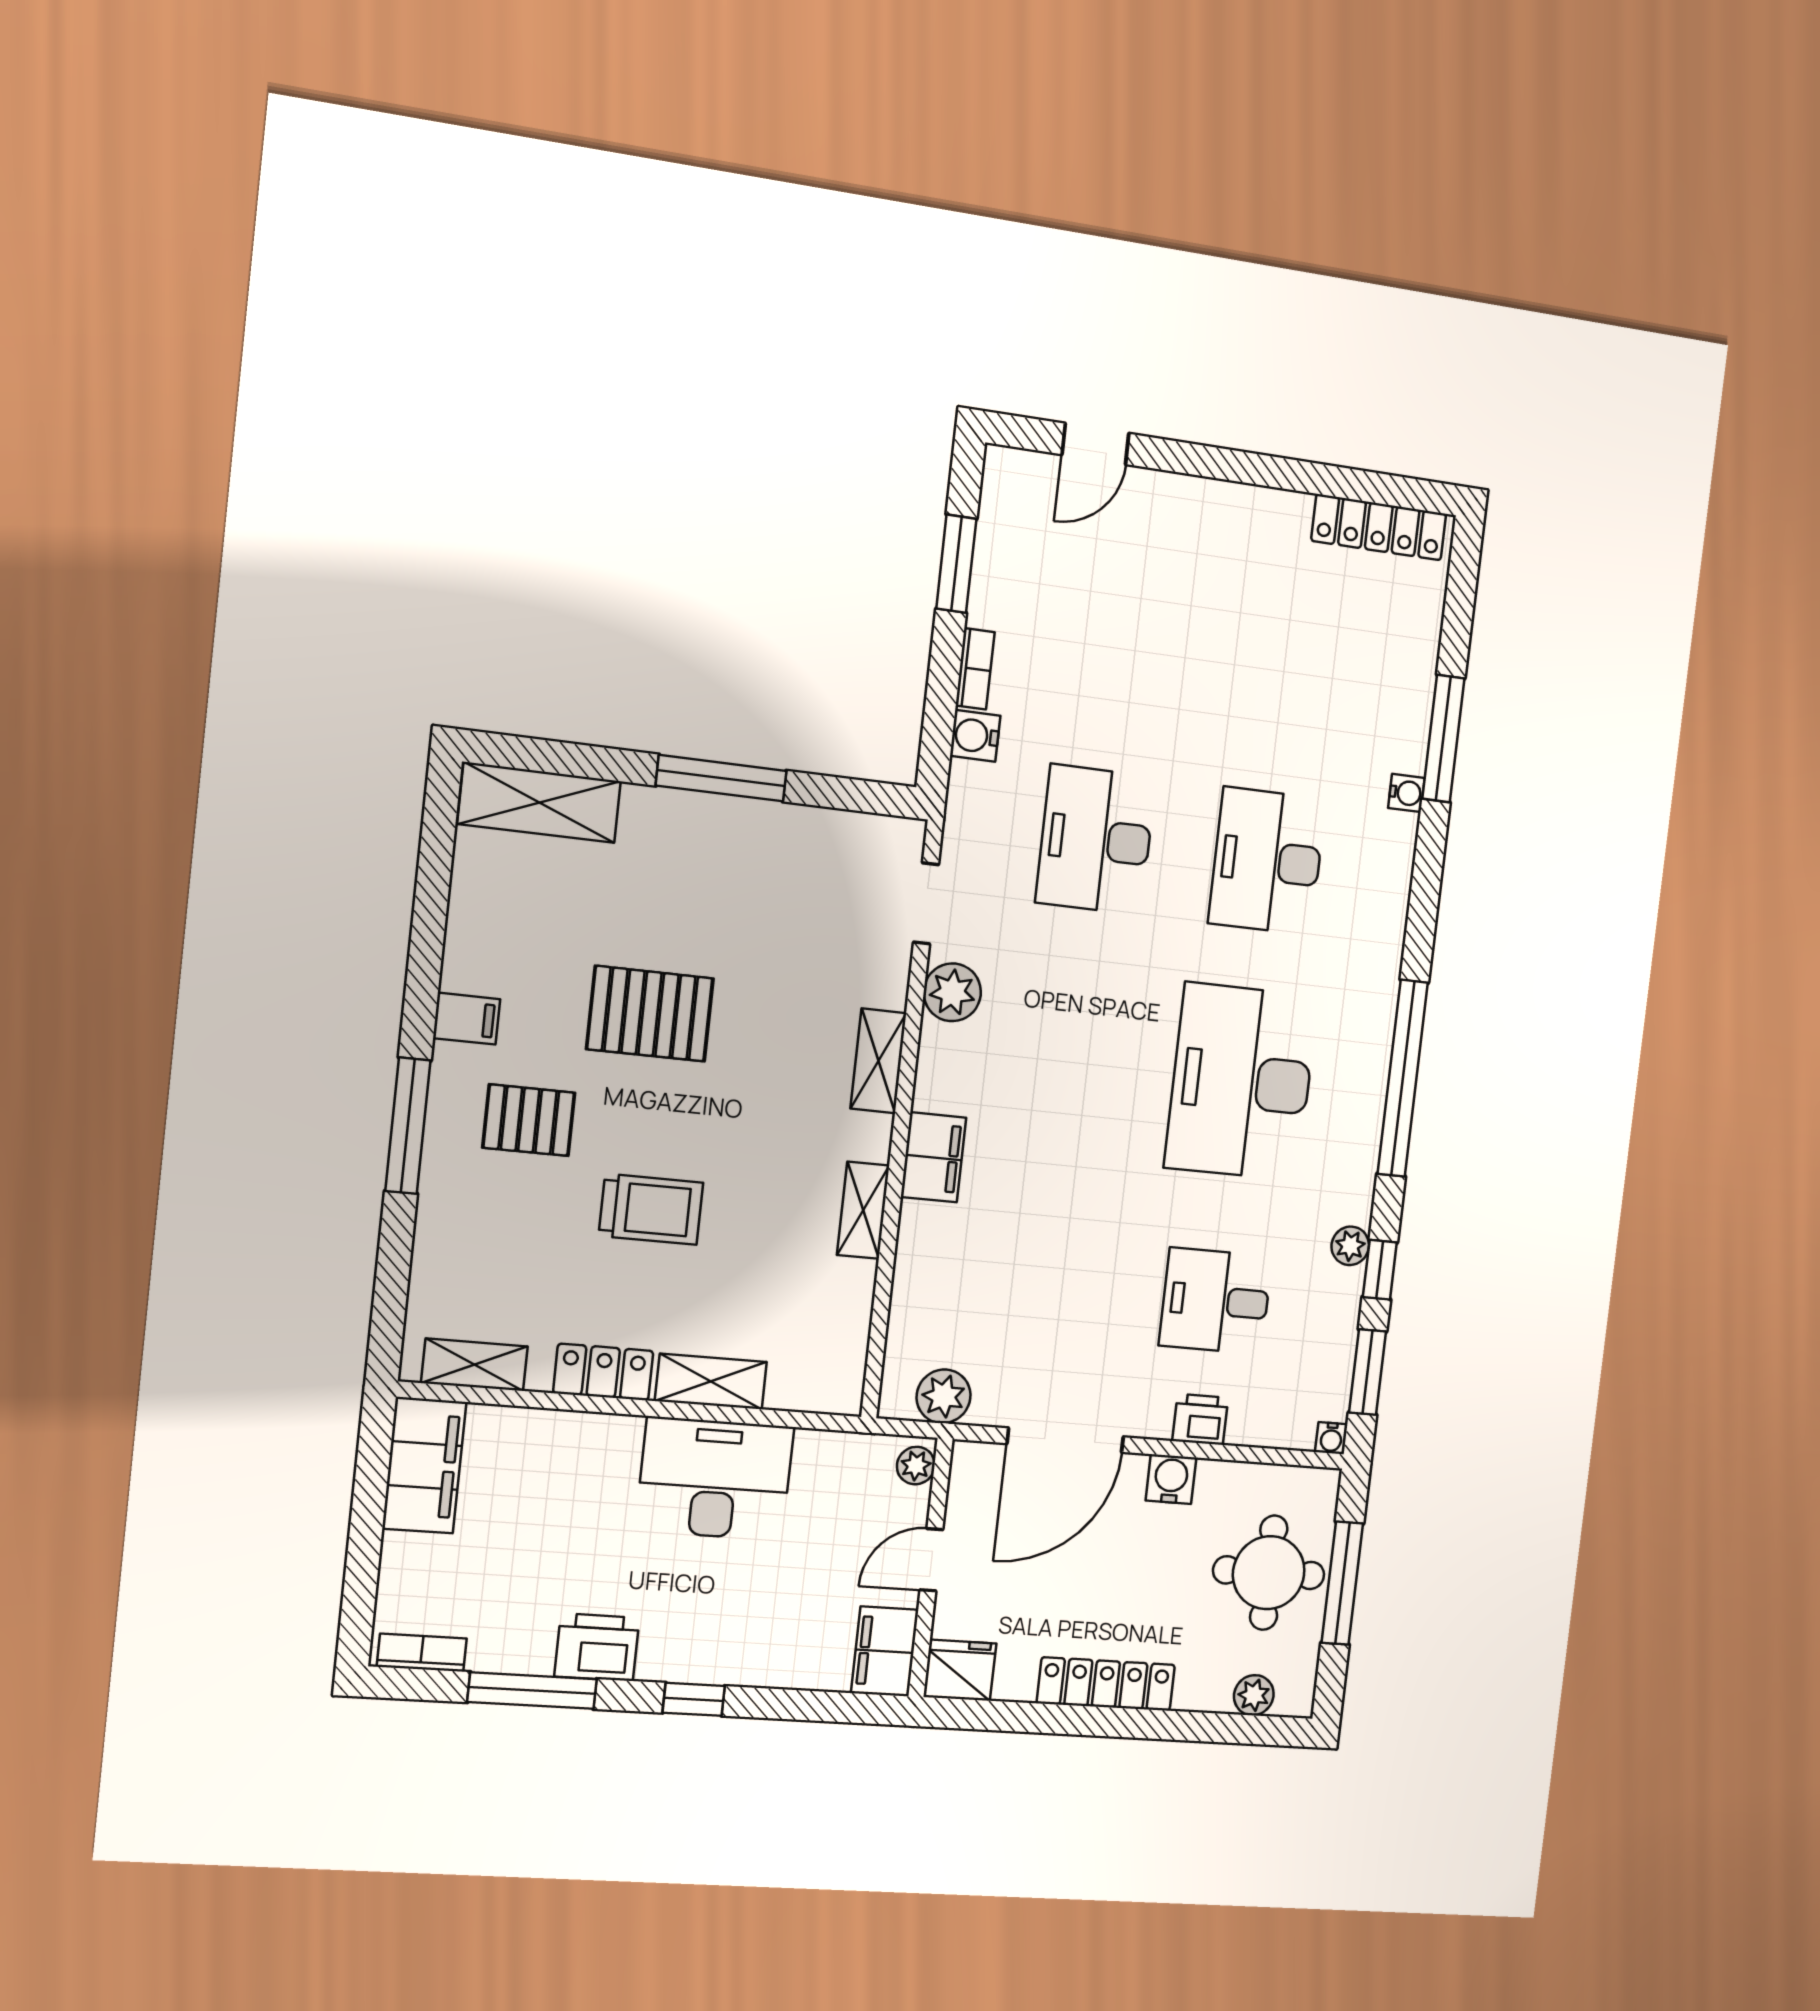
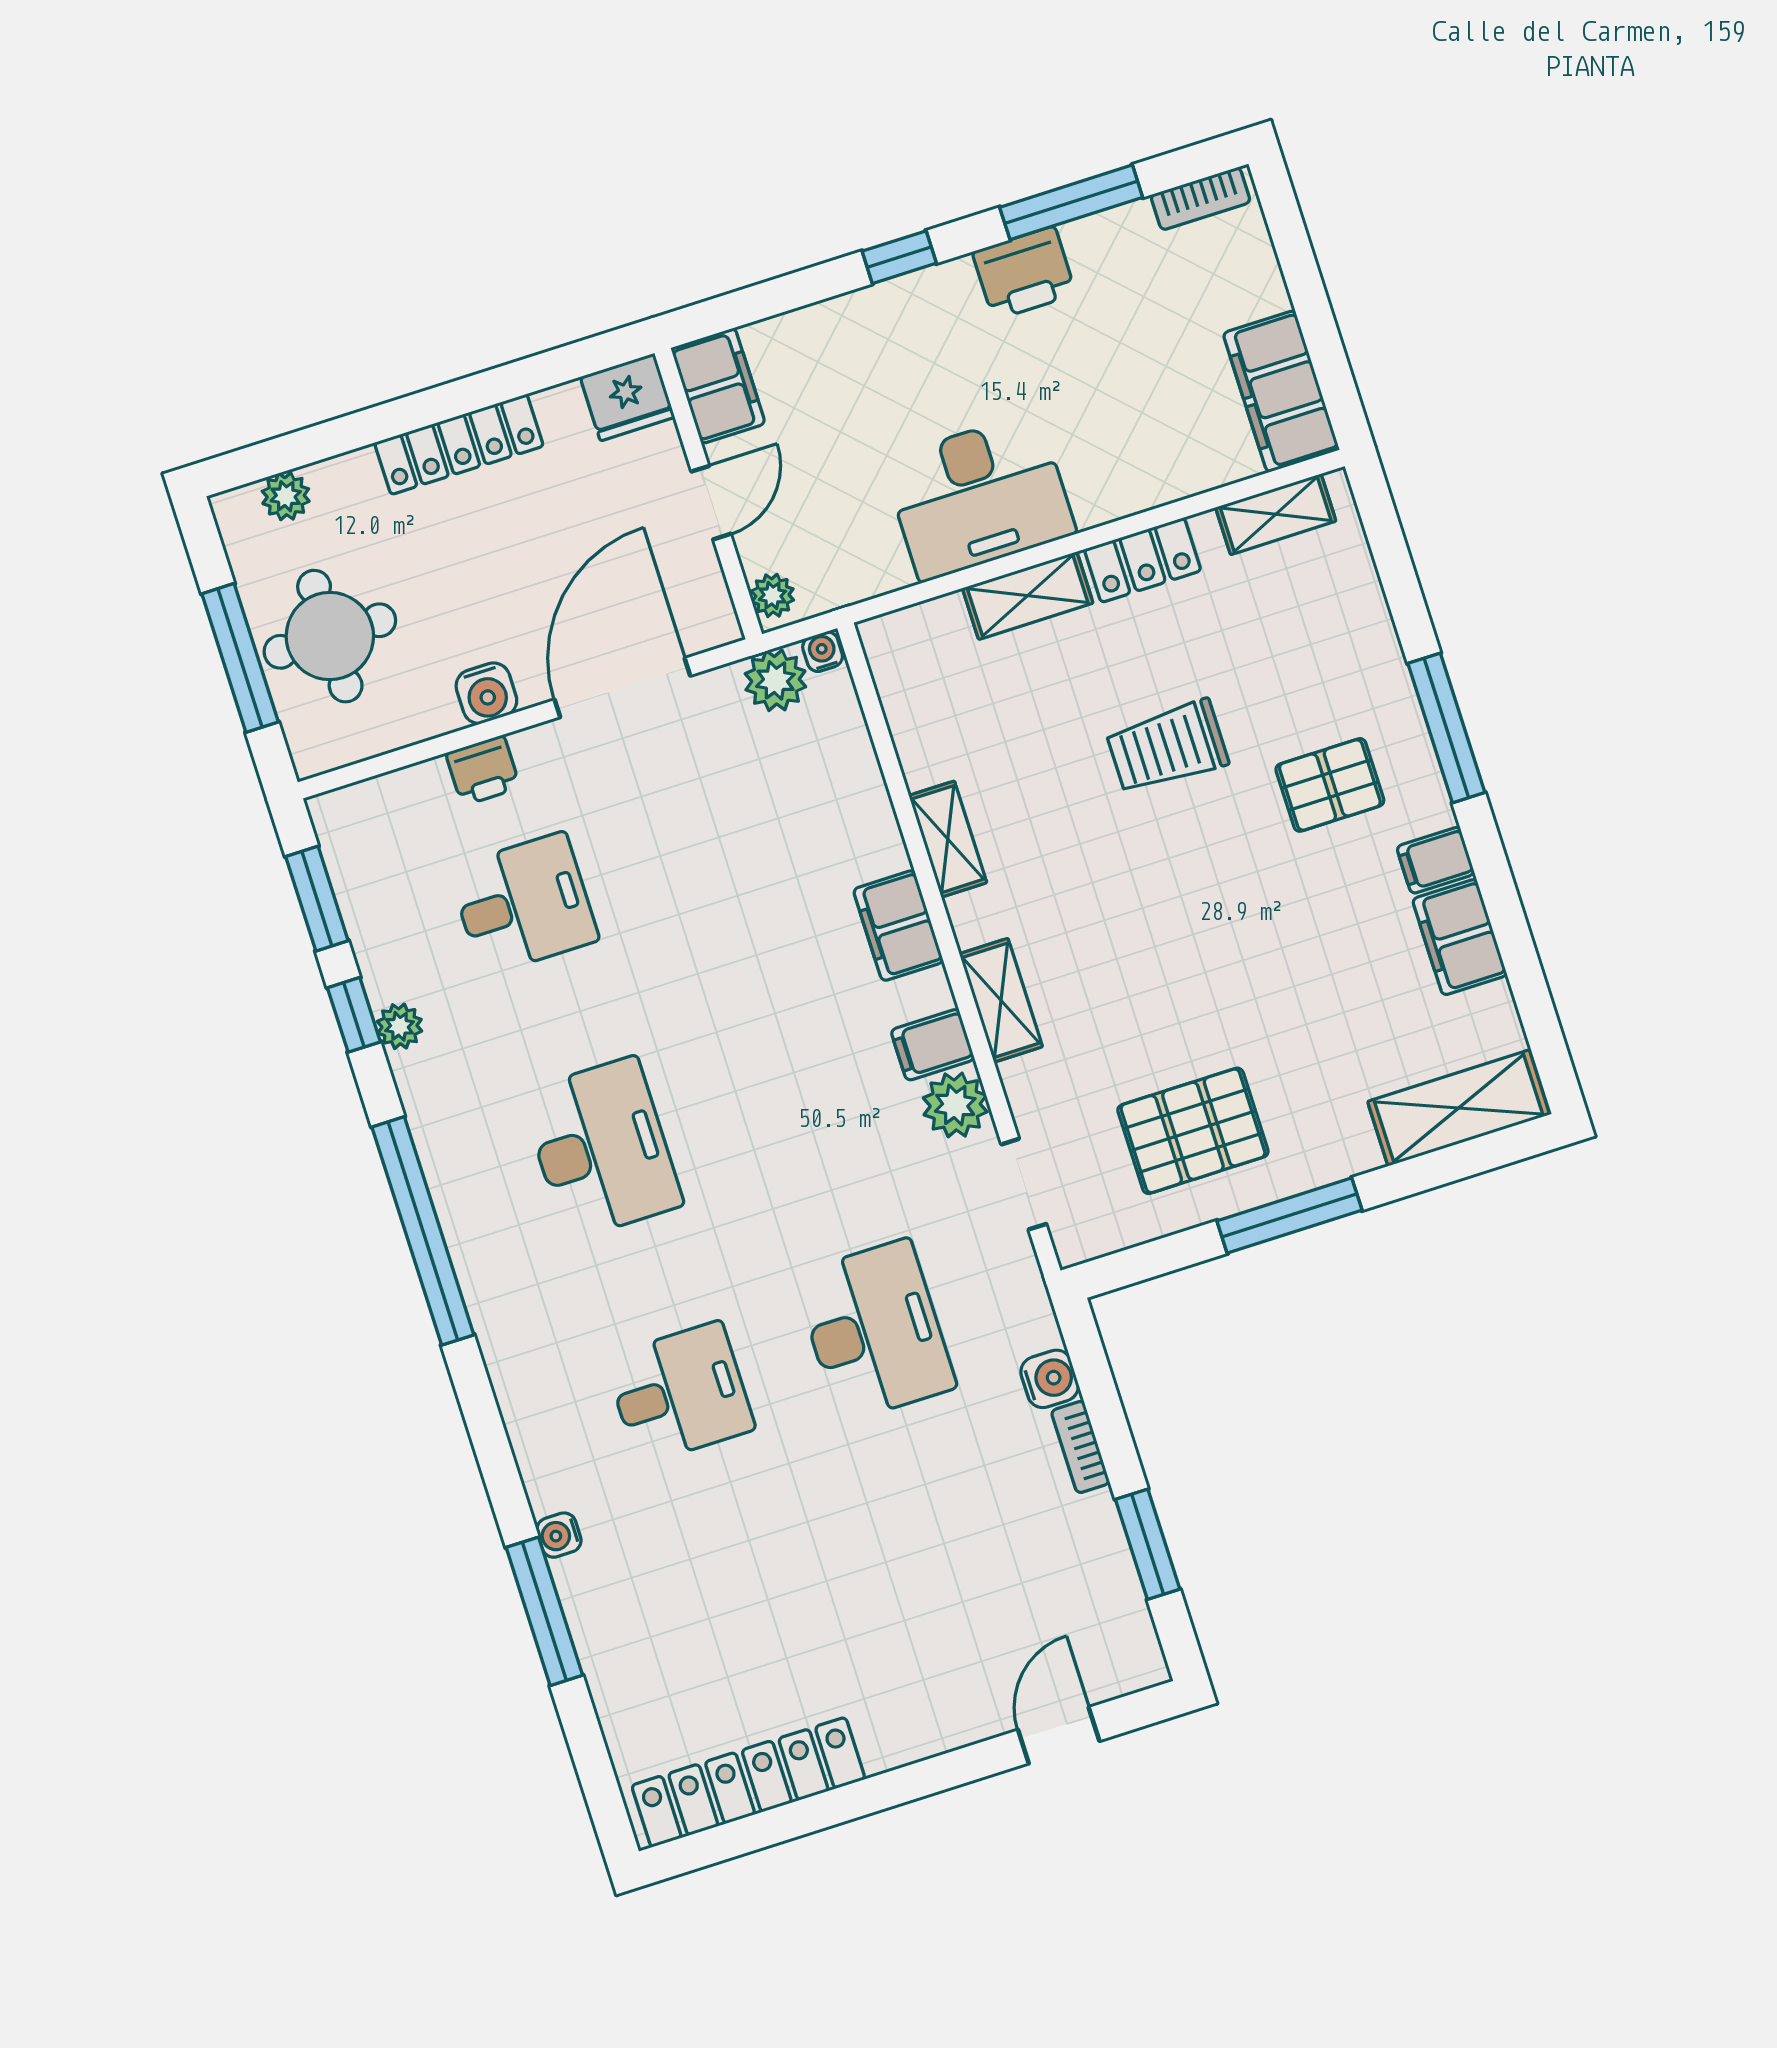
locker: (1379, 527) -> (748, 1782), width x1.41, depth x1.21
desk: (1267, 861) -> (680, 1393), width x0.73
filing cabinet: (475, 945) -> (1460, 937), added
pallet: (650, 1014) -> (1193, 1131), moved
filing cabinet: (949, 1049) -> (933, 1045), added
desk: (1241, 1082) -> (602, 1149), width x0.73, depth x0.77
water cooler: (1331, 1438) -> (823, 652), moved

